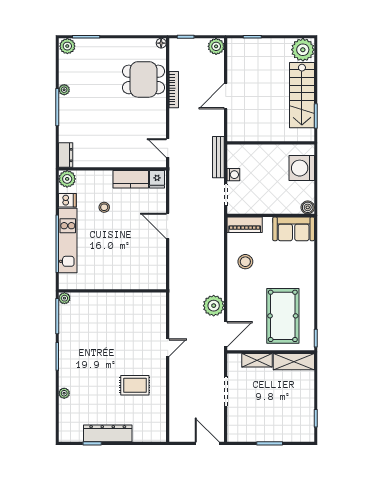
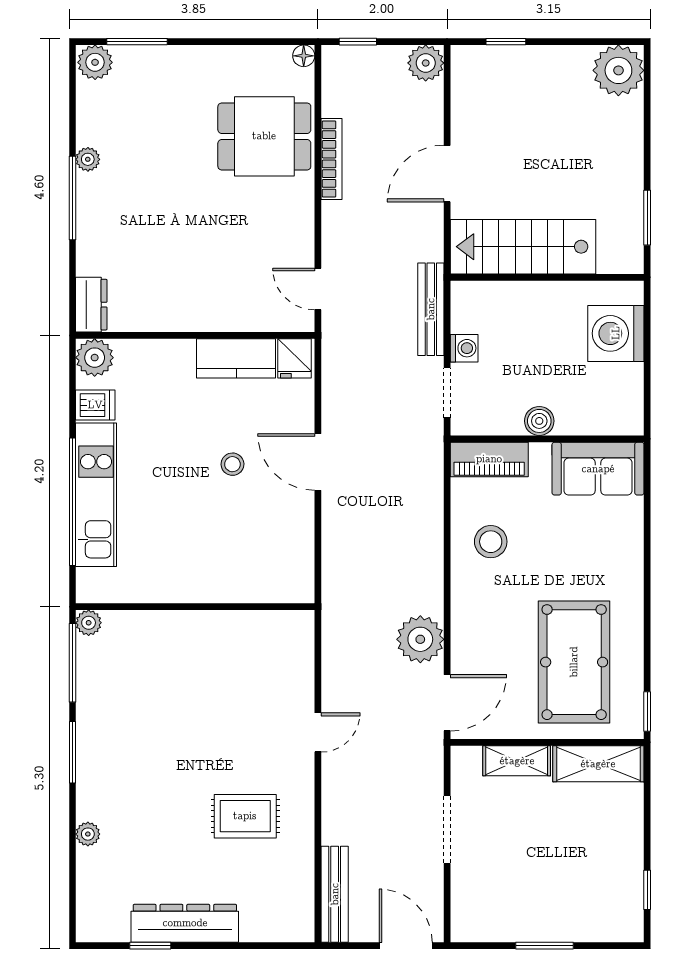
stairs: (302, 95) -> (523, 247), moved, turned 90
stool: (104, 207) -> (232, 464), moved
boiler: (308, 207) -> (539, 421), moved
bench: (175, 420) -> (335, 894), added

